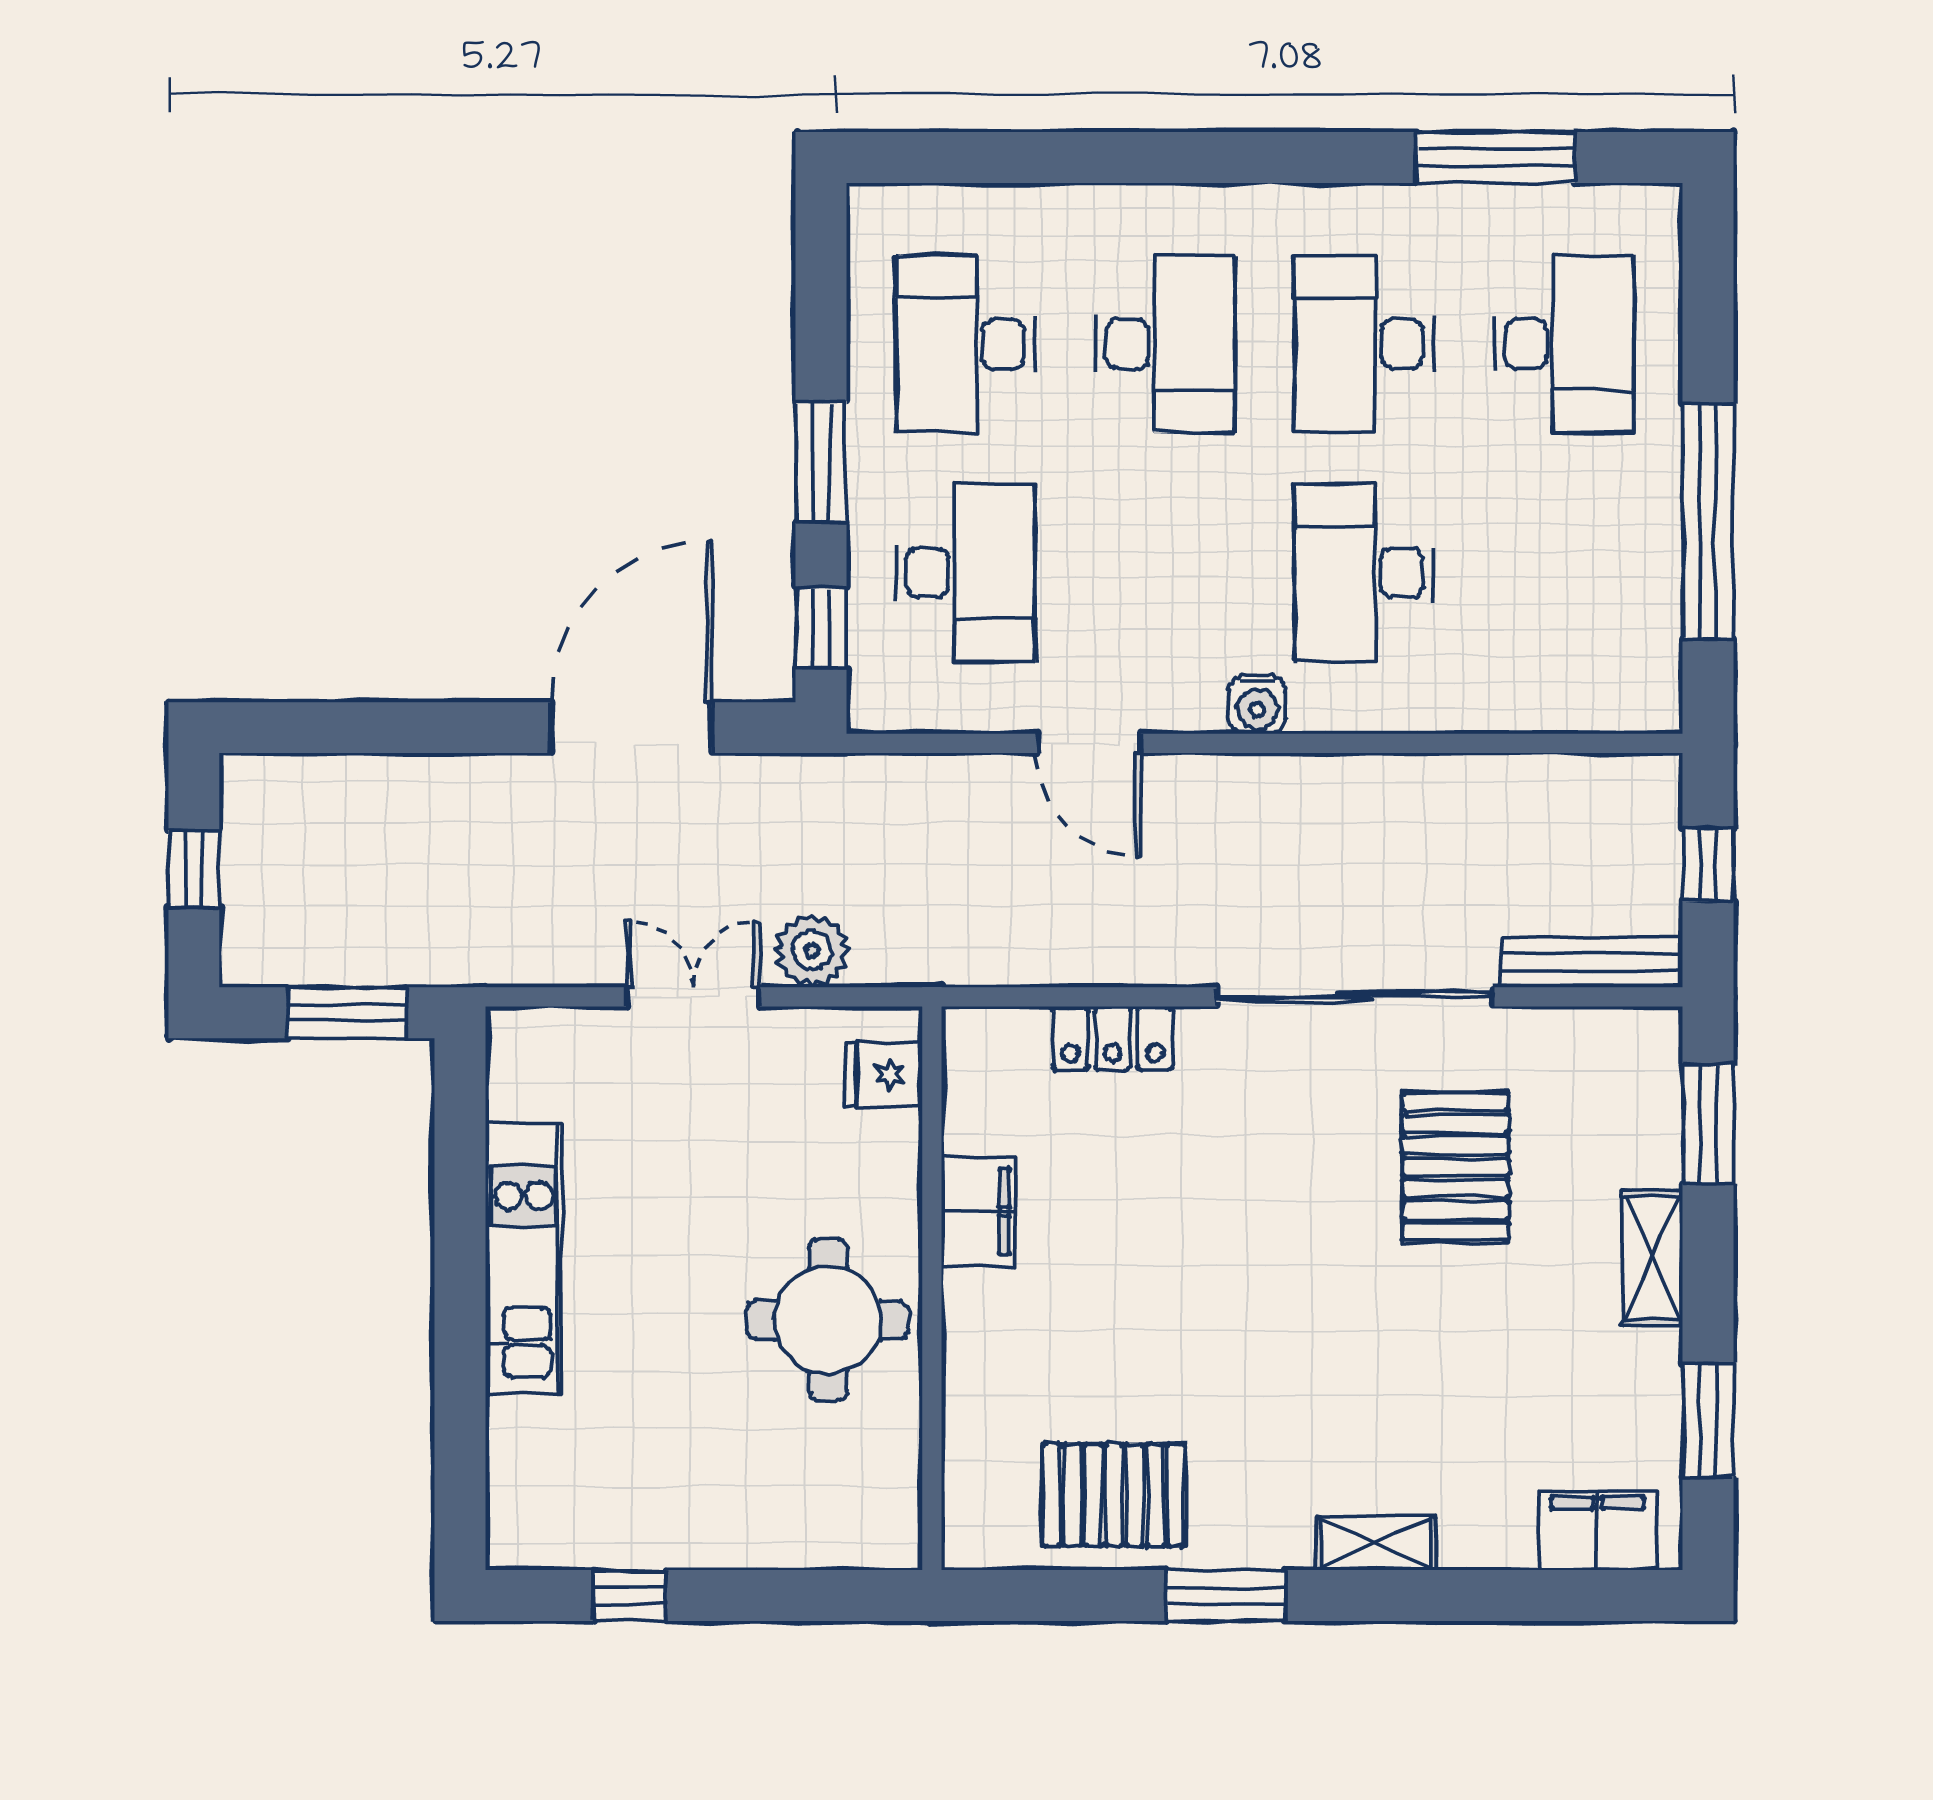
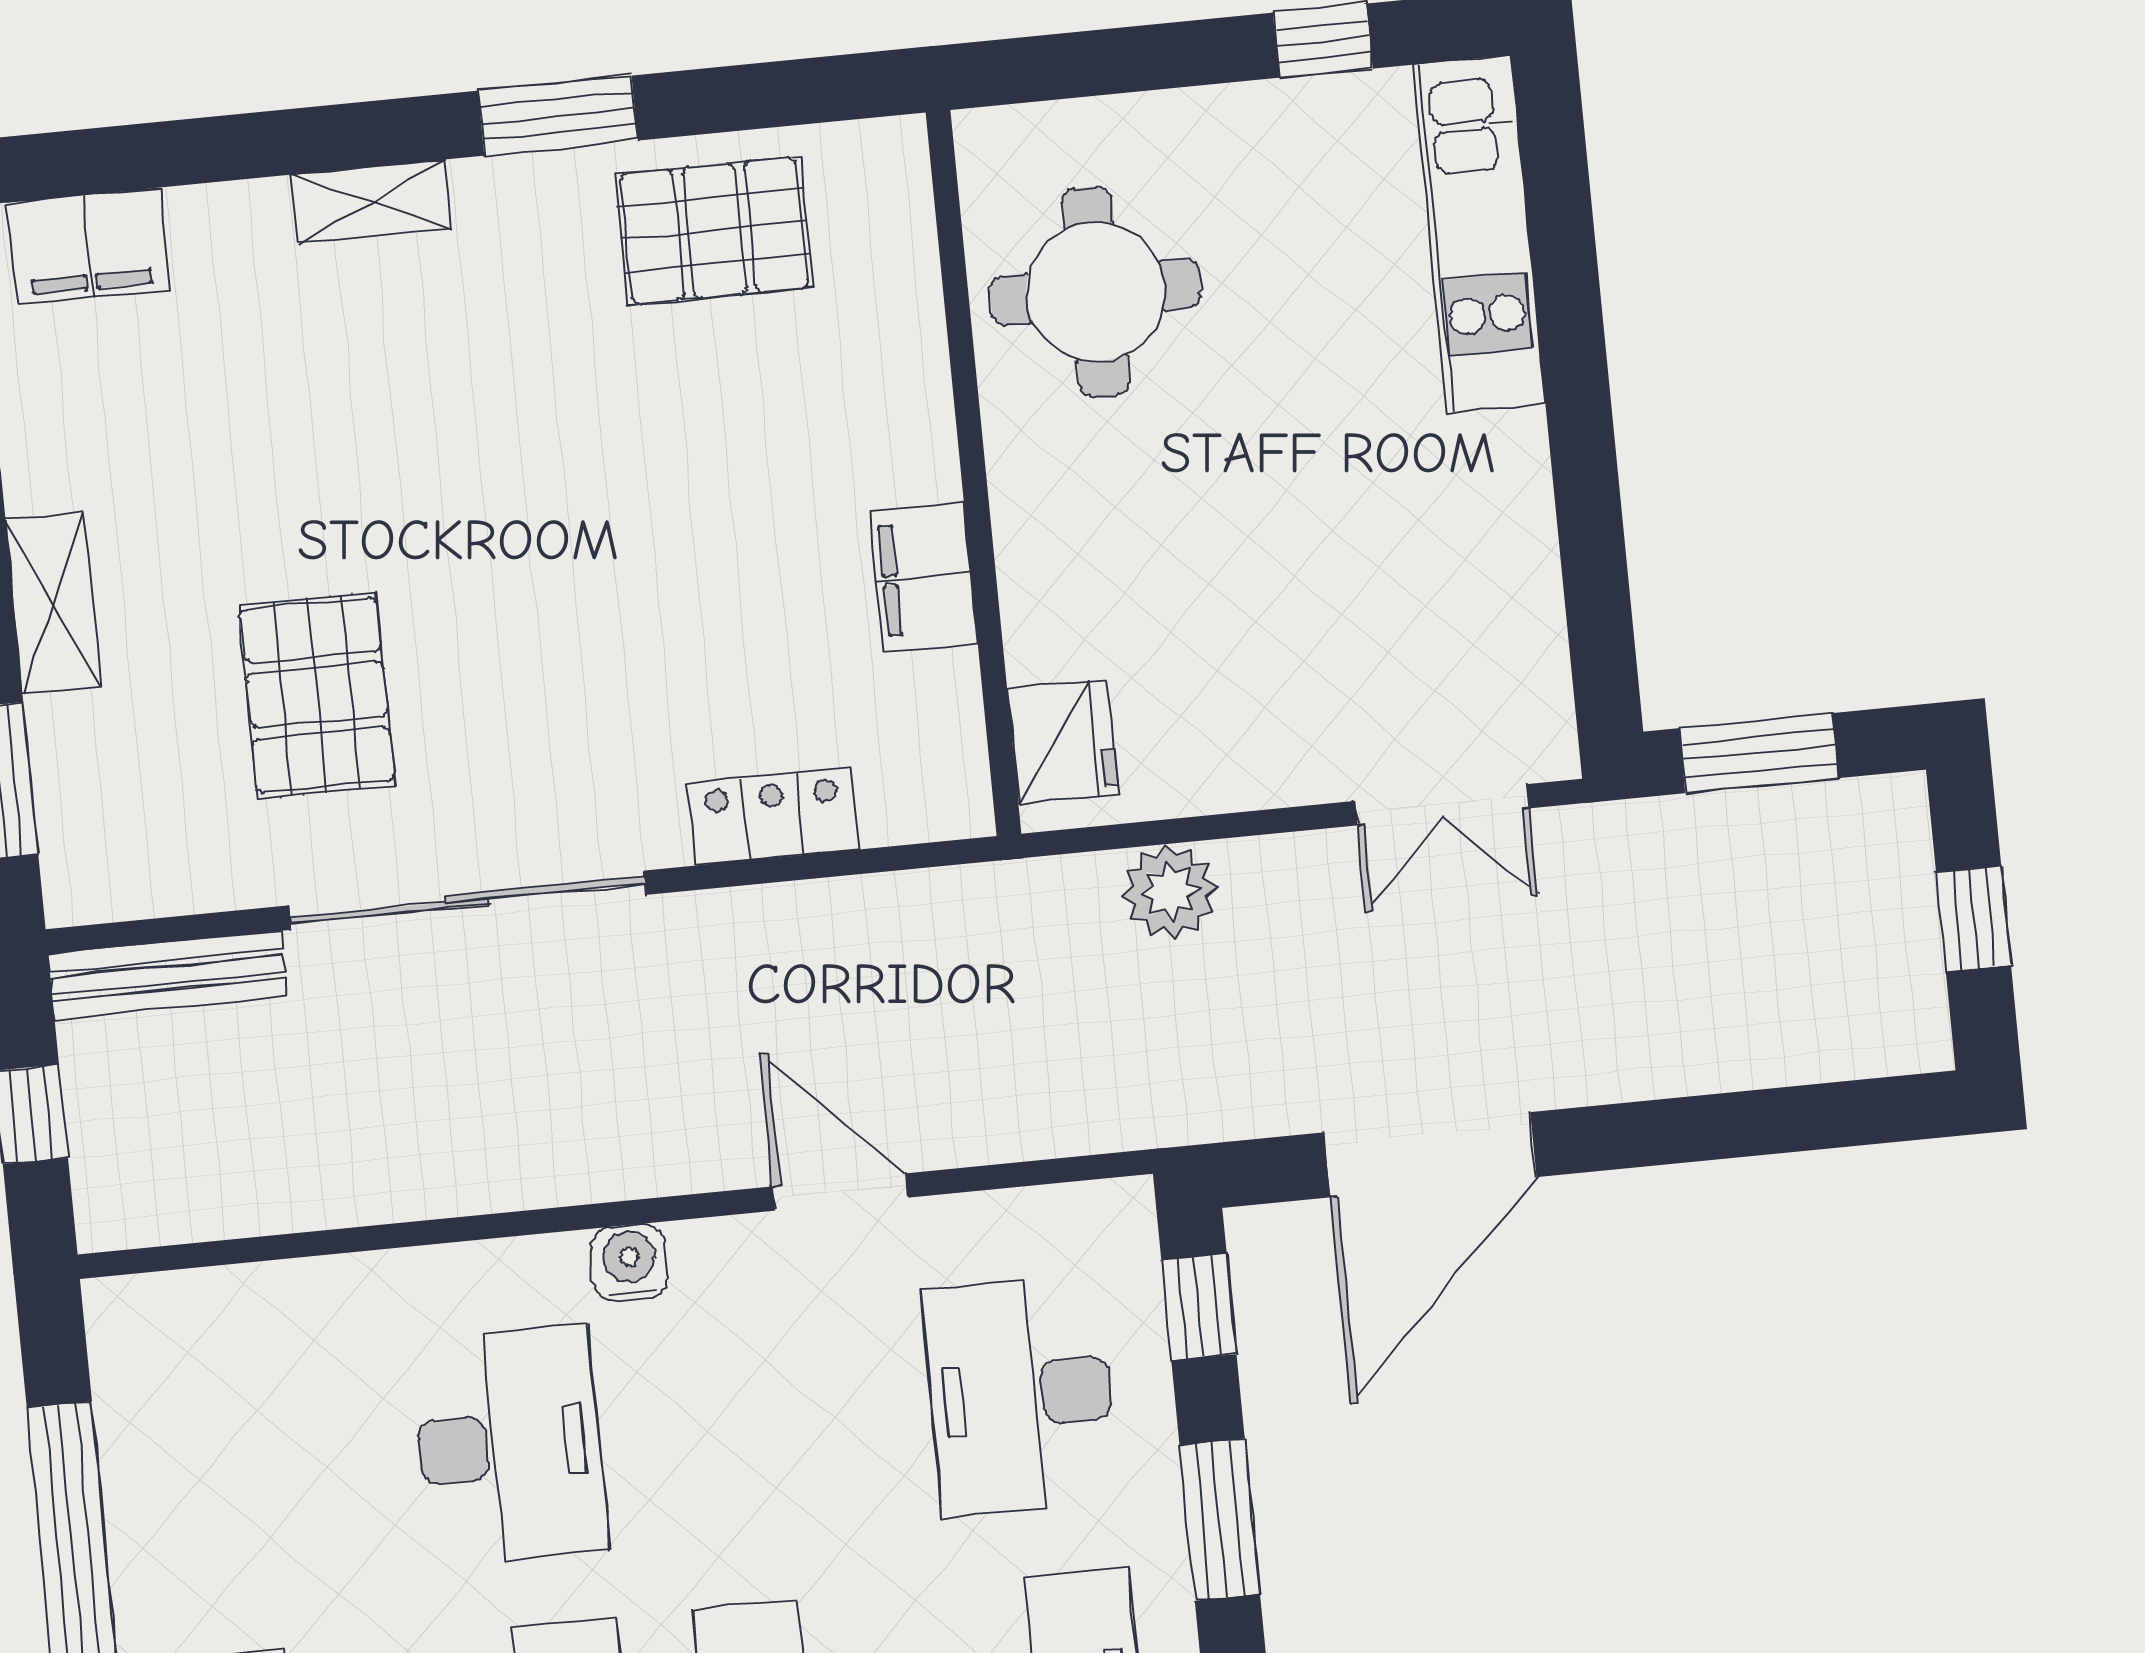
double door: (693, 997) -> (1442, 805), moved
fridge: (884, 1074) -> (1062, 742), width x1.38
kitchen unit: (524, 1258) -> (1479, 234), moved
round table: (828, 1320) -> (1096, 292), moved

